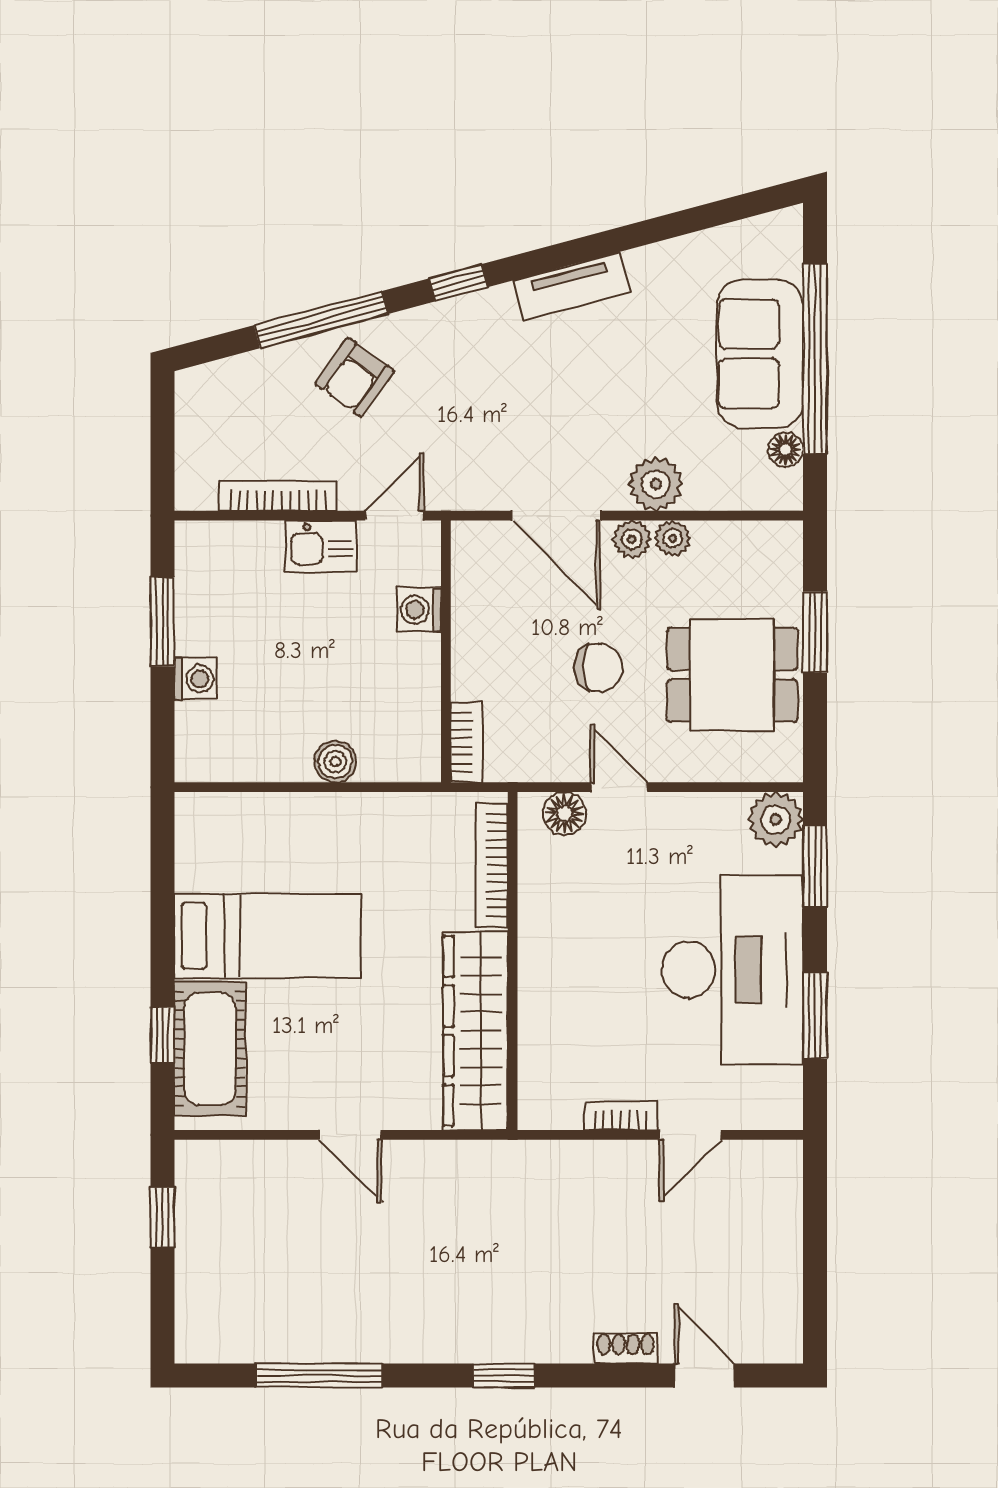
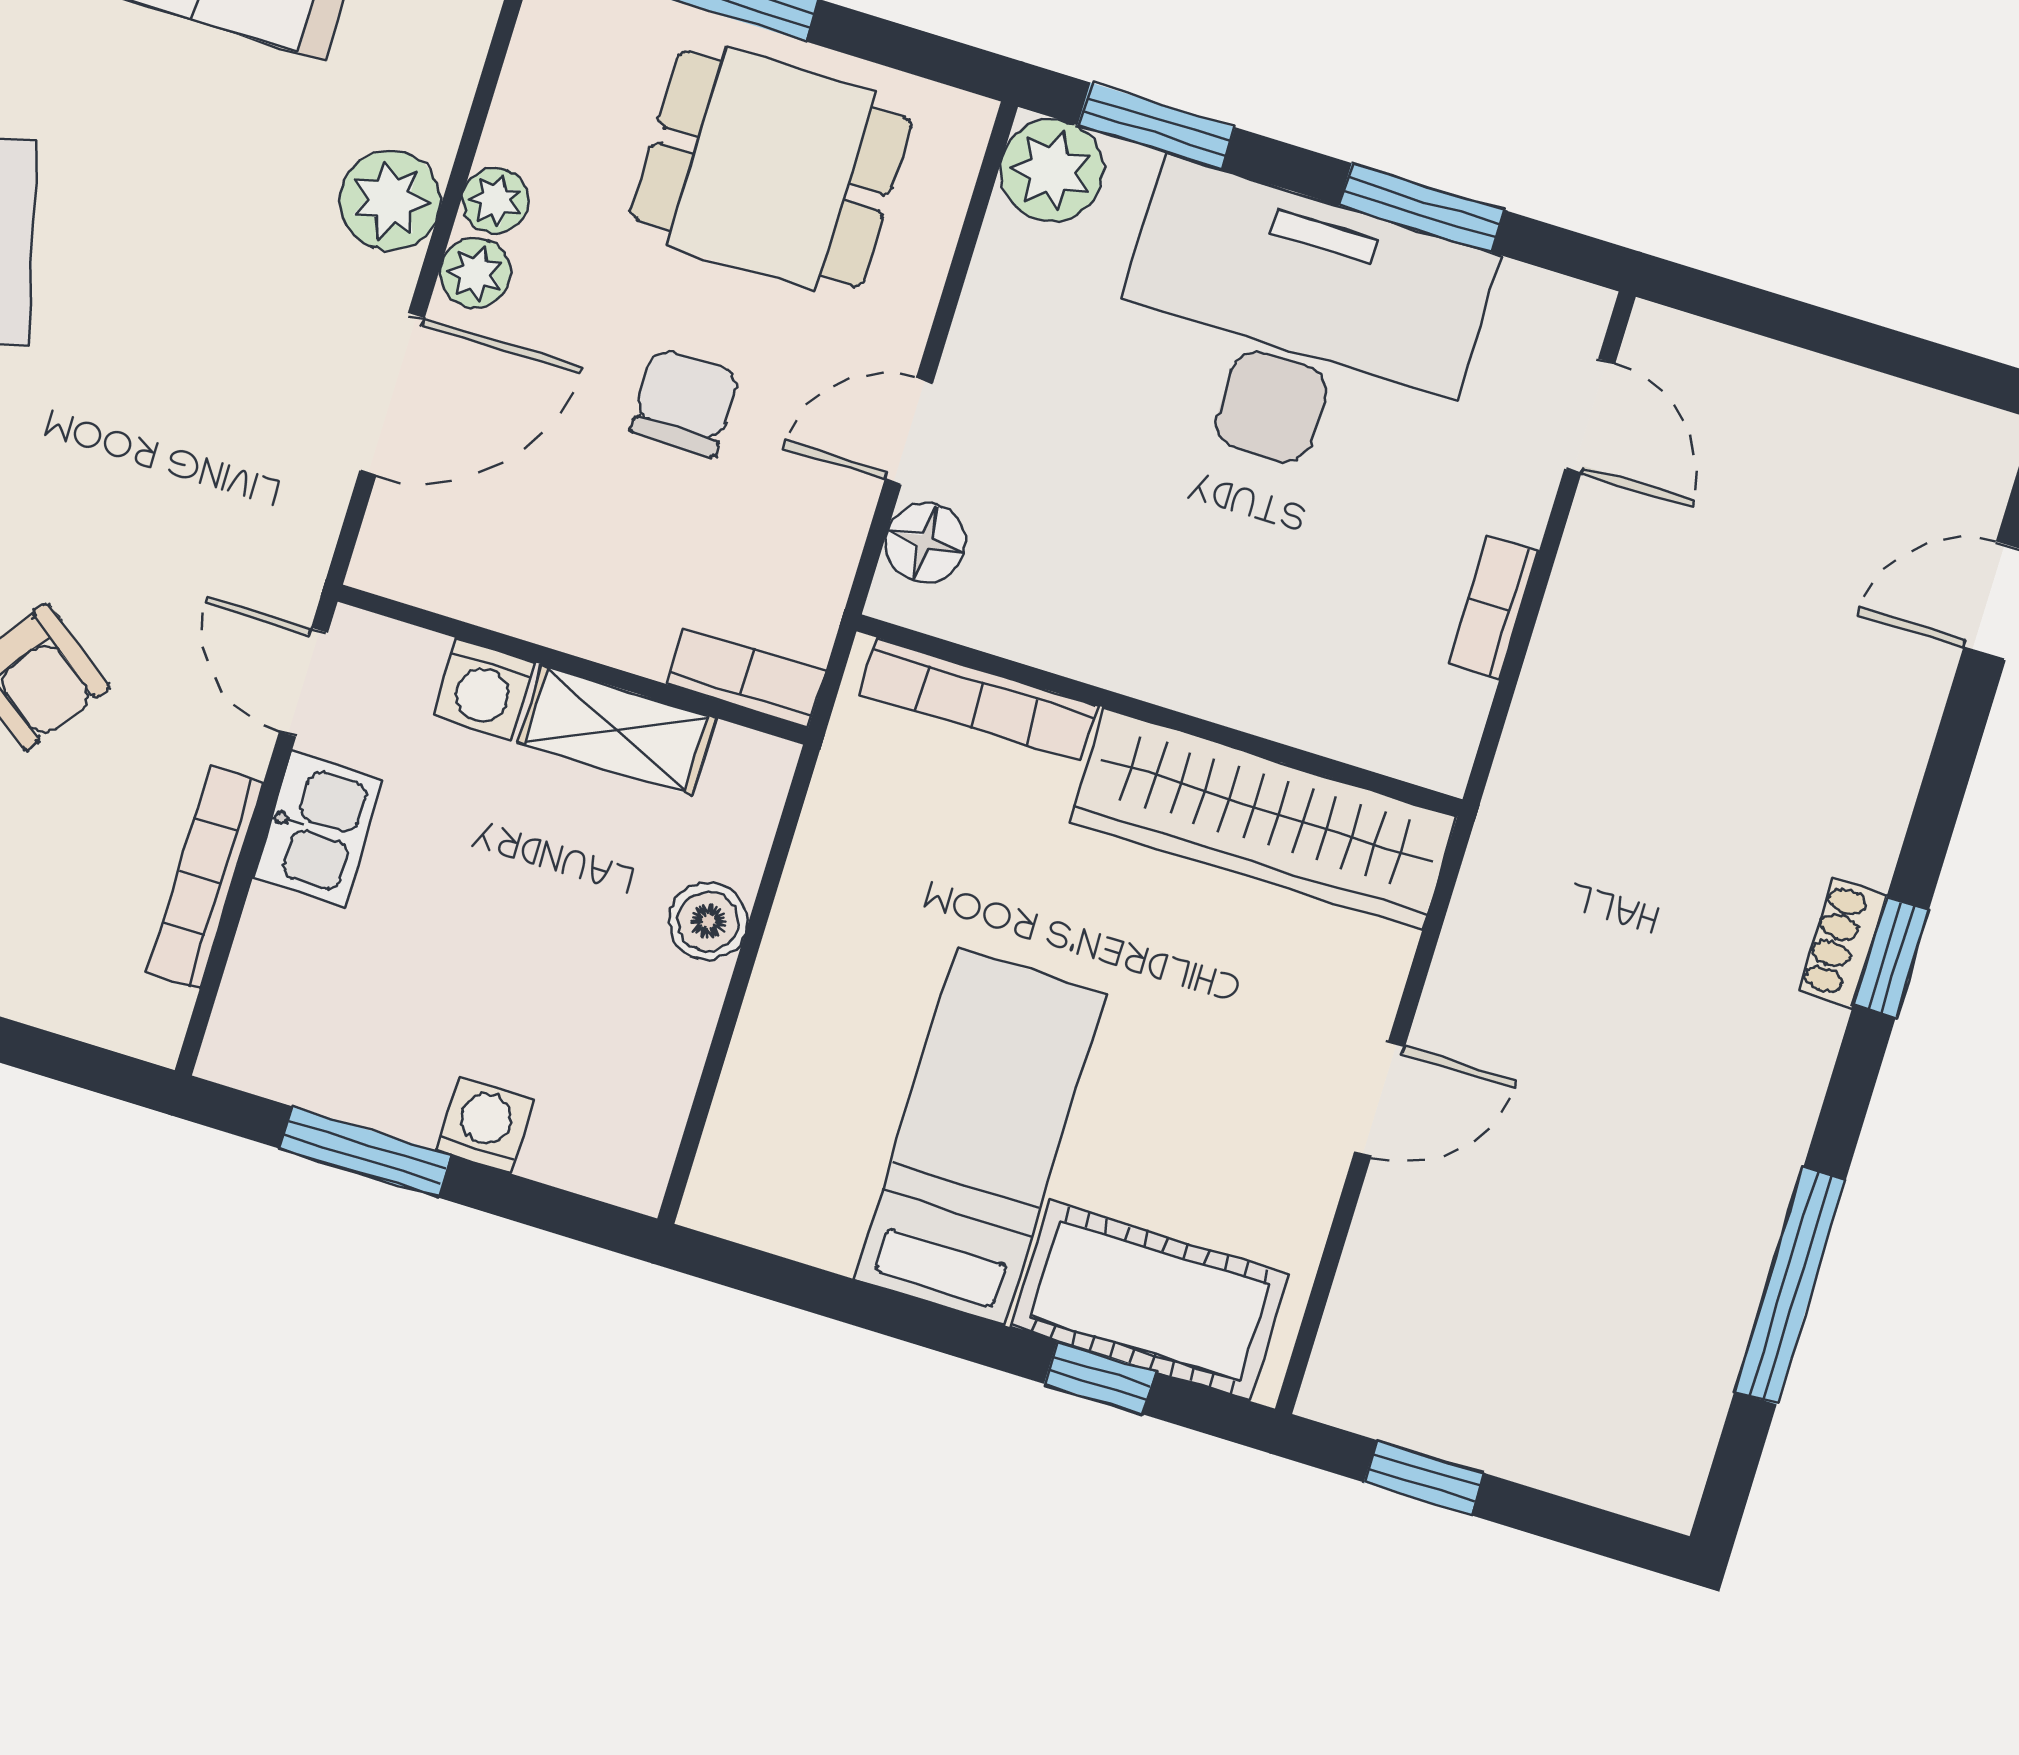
dining table: (732, 675) -> (771, 168), turned 90
shelving: (419, 684) -> (616, 730), added
door: (690, 1135) -> (1590, 416), moved
shoe rack: (626, 1348) -> (1843, 943), moved

